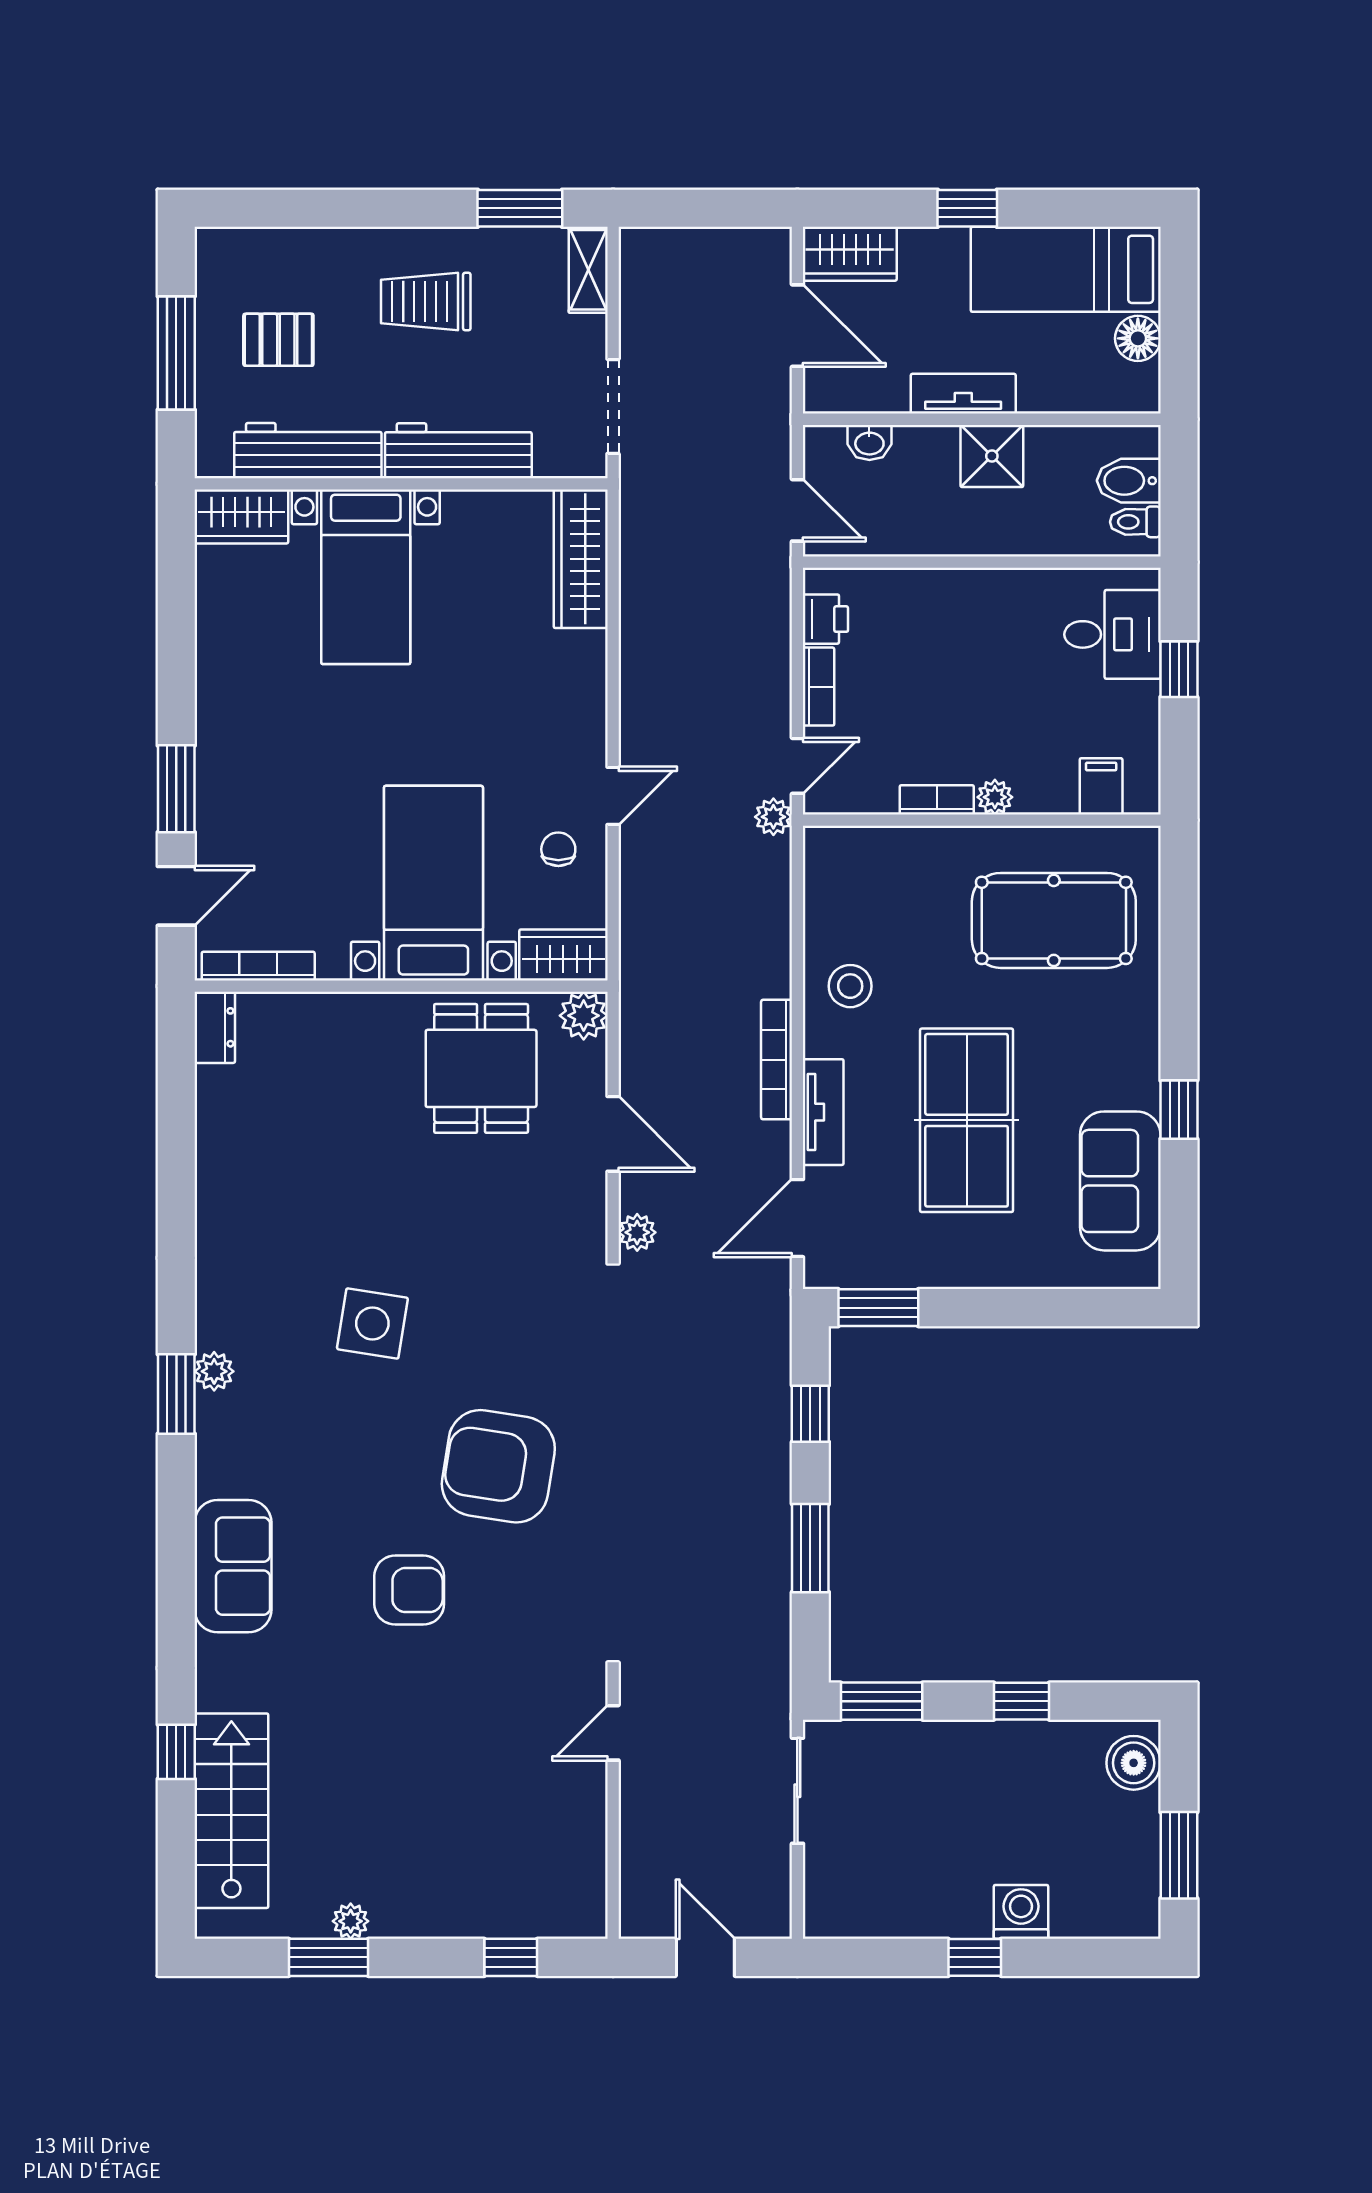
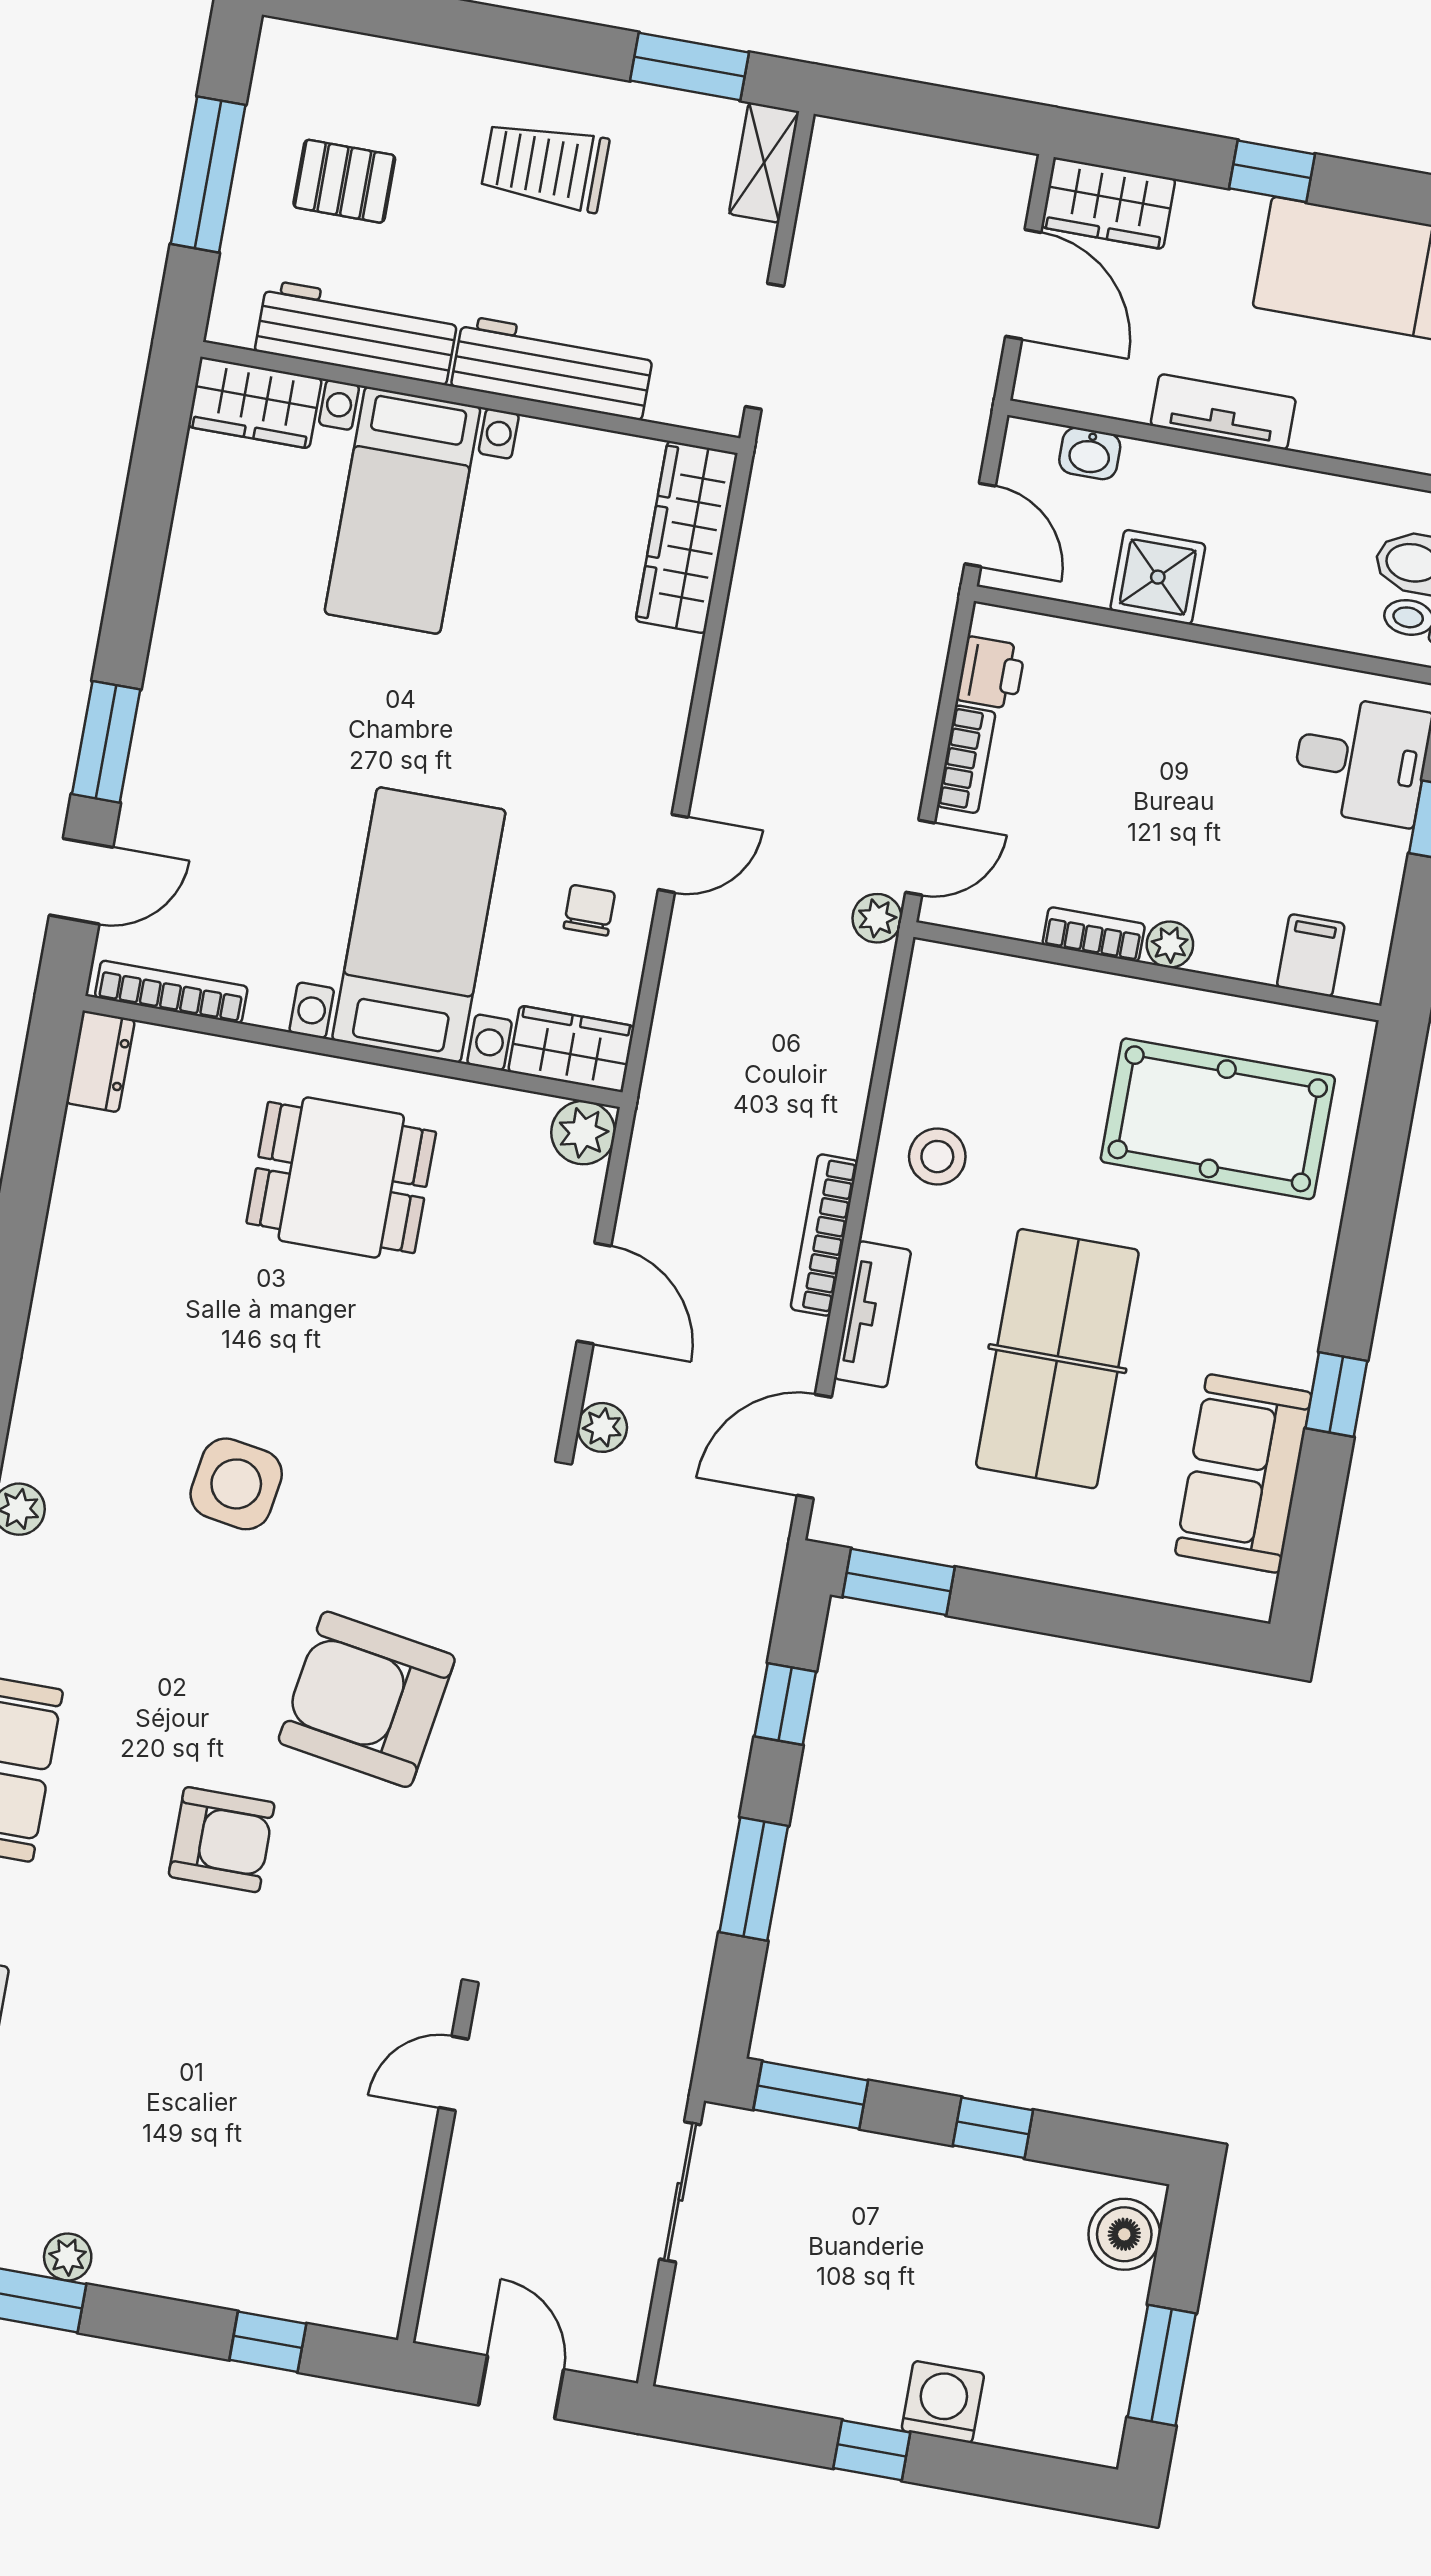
shower: (992, 456) -> (1158, 577), moved
dining table: (481, 1068) -> (341, 1178), moved, turned 90

